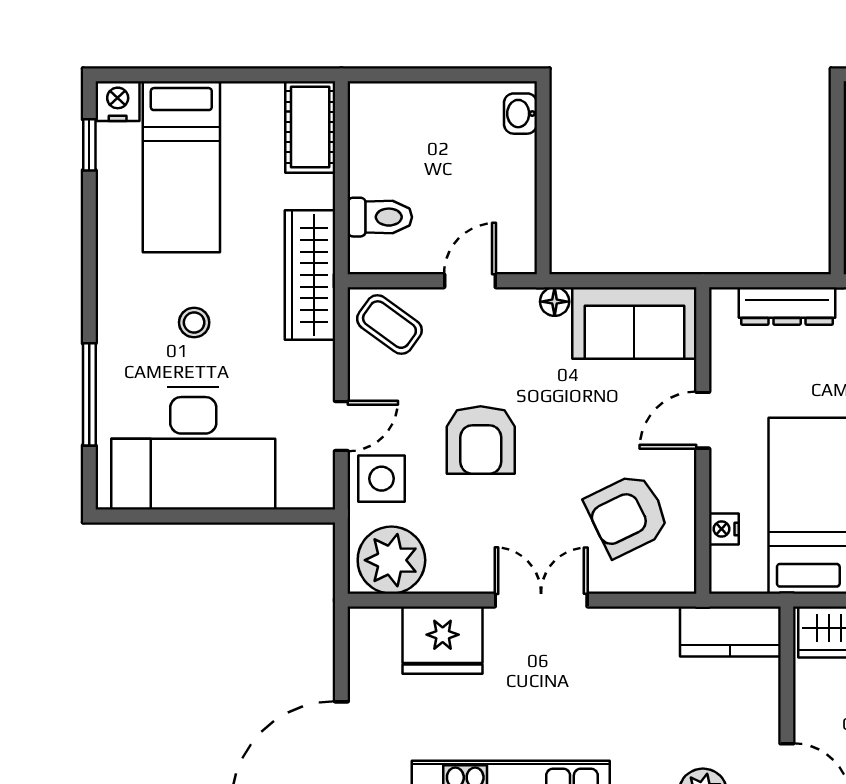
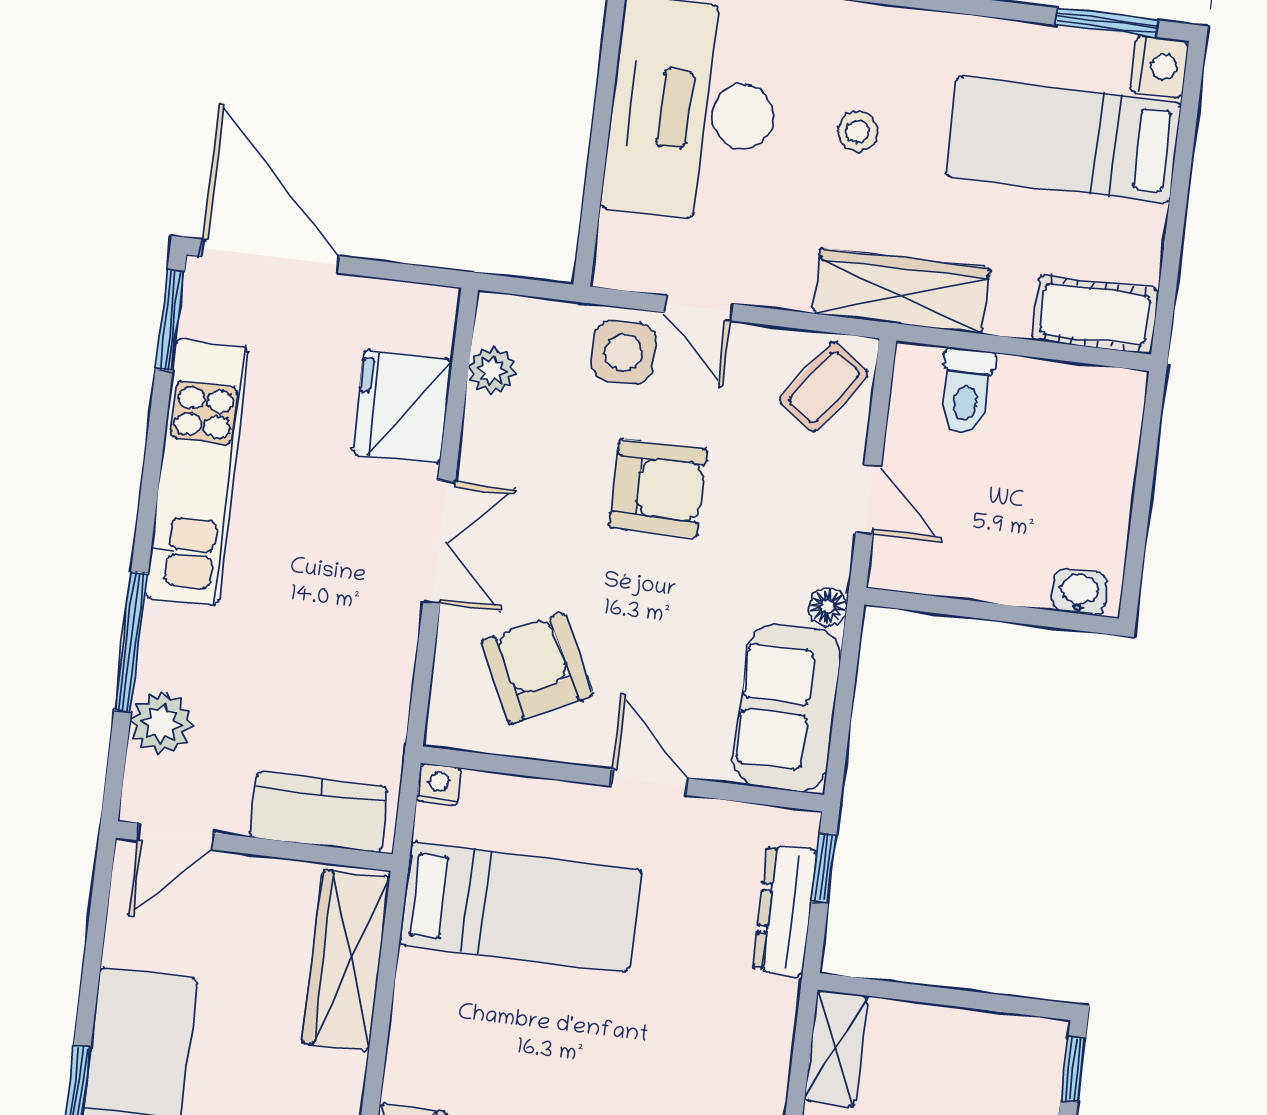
window: (89, 145) -> (1107, 23), width x1.50
window: (752, 281) -> (824, 868), added
armchair: (481, 440) -> (658, 488), turned 180
nightstand: (724, 529) -> (439, 785), moved
plant: (391, 560) -> (492, 370), width x0.53, depth x0.53
kitchen counter: (730, 631) -> (319, 812), moved, turned 90

